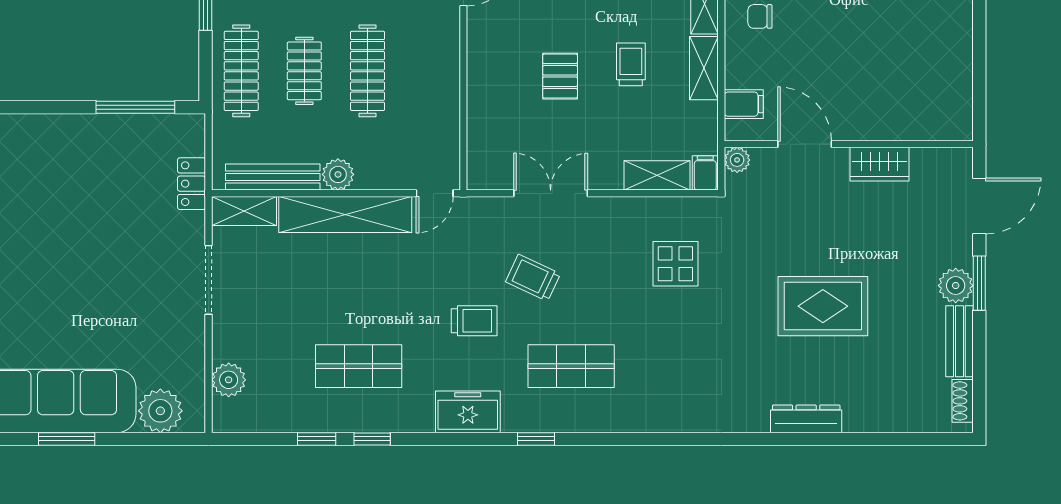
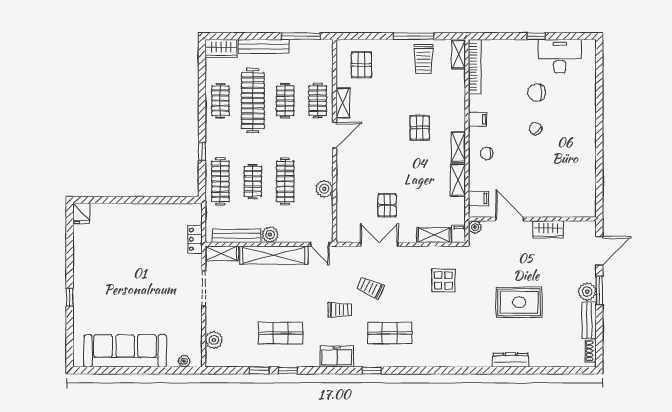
trolley: (631, 64) -> (420, 178), removed
pallet: (560, 76) -> (387, 205), moved
plant: (443, 85) -> (324, 189), added
window: (135, 107) -> (166, 200), removed
door: (435, 193) -> (320, 244), hinge flipped
plant: (160, 411) -> (184, 361), width x0.53, depth x0.53
window: (67, 439) -> (131, 370), removed

